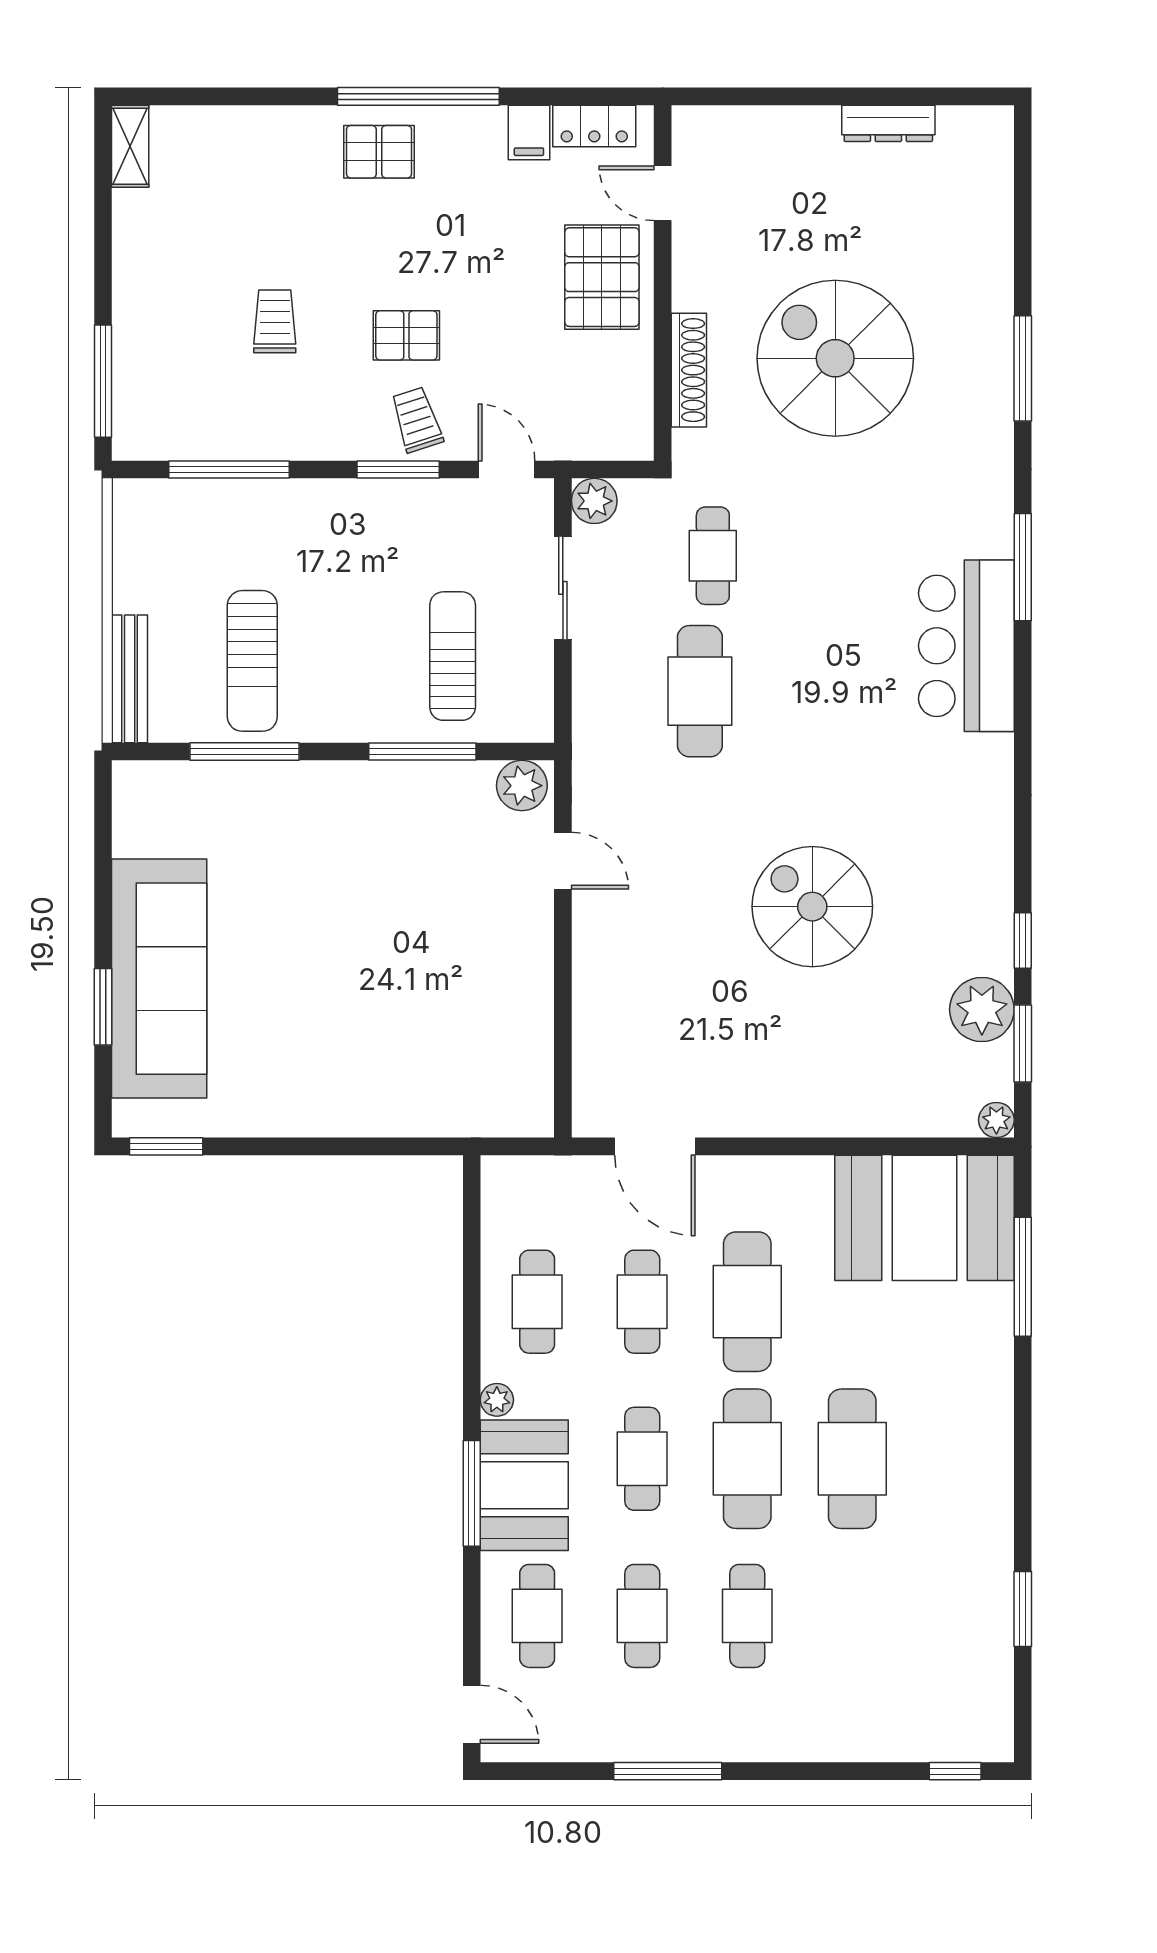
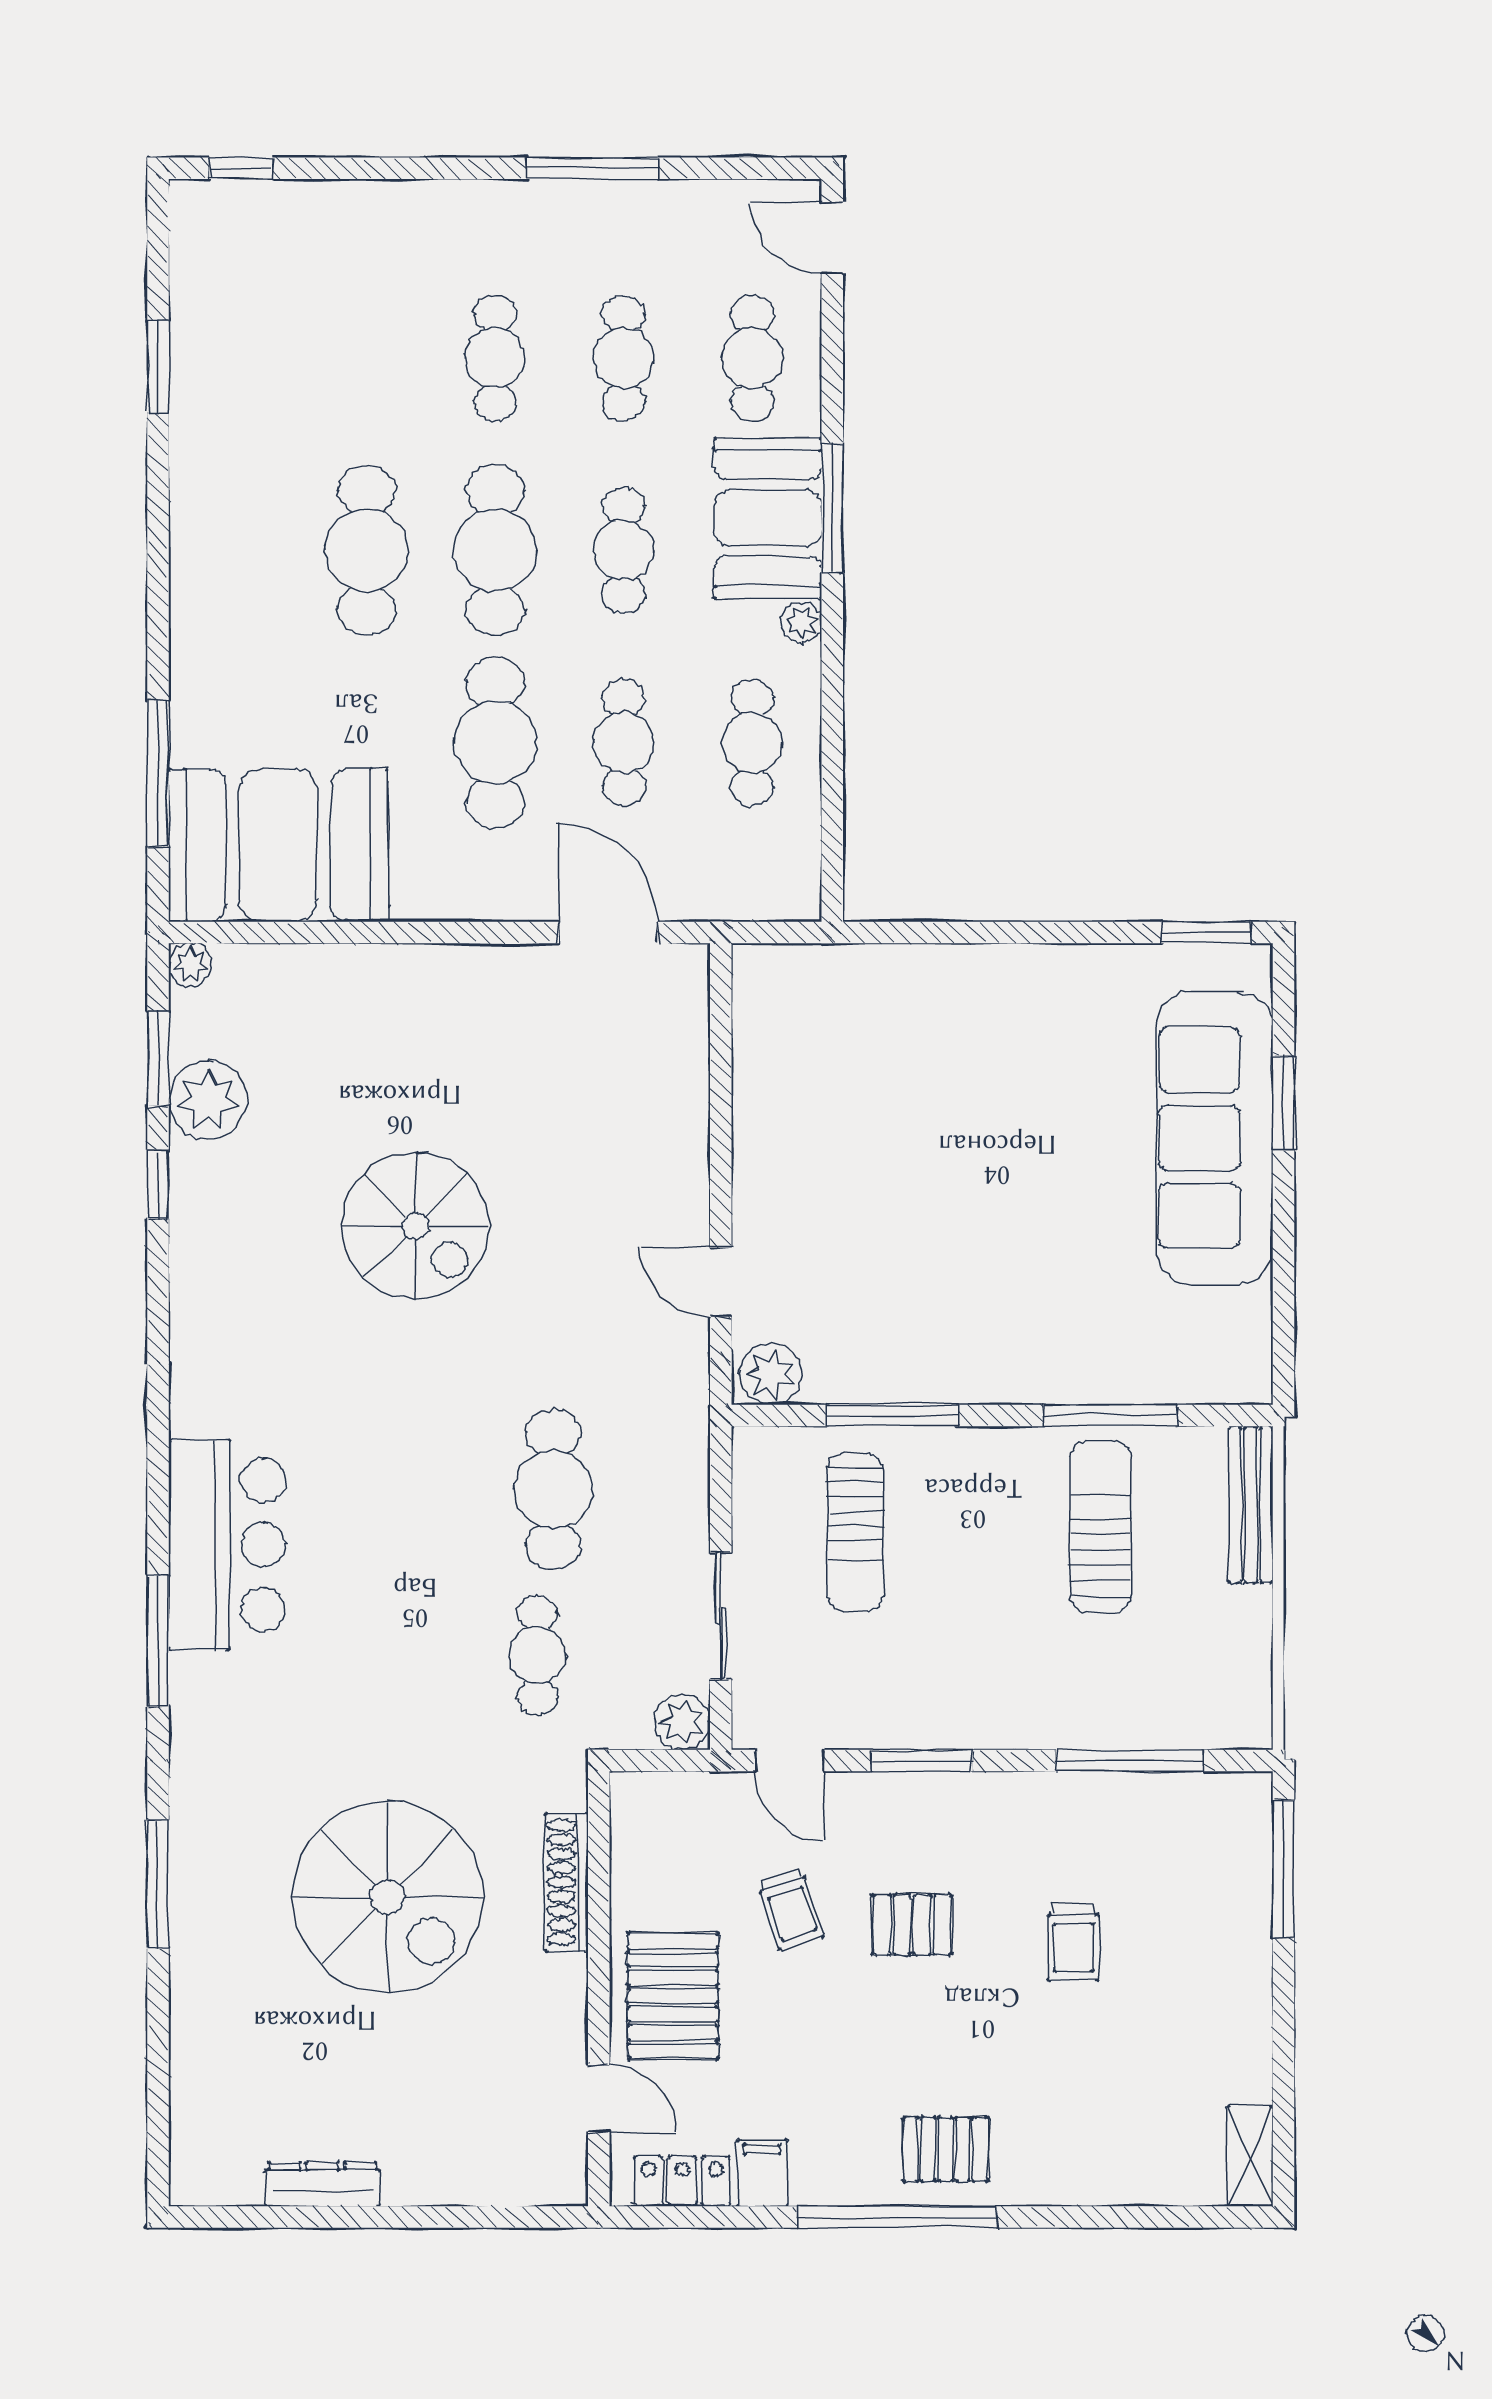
trolley: (417, 420) -> (791, 1909), moved

